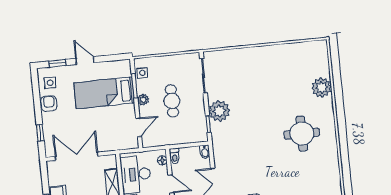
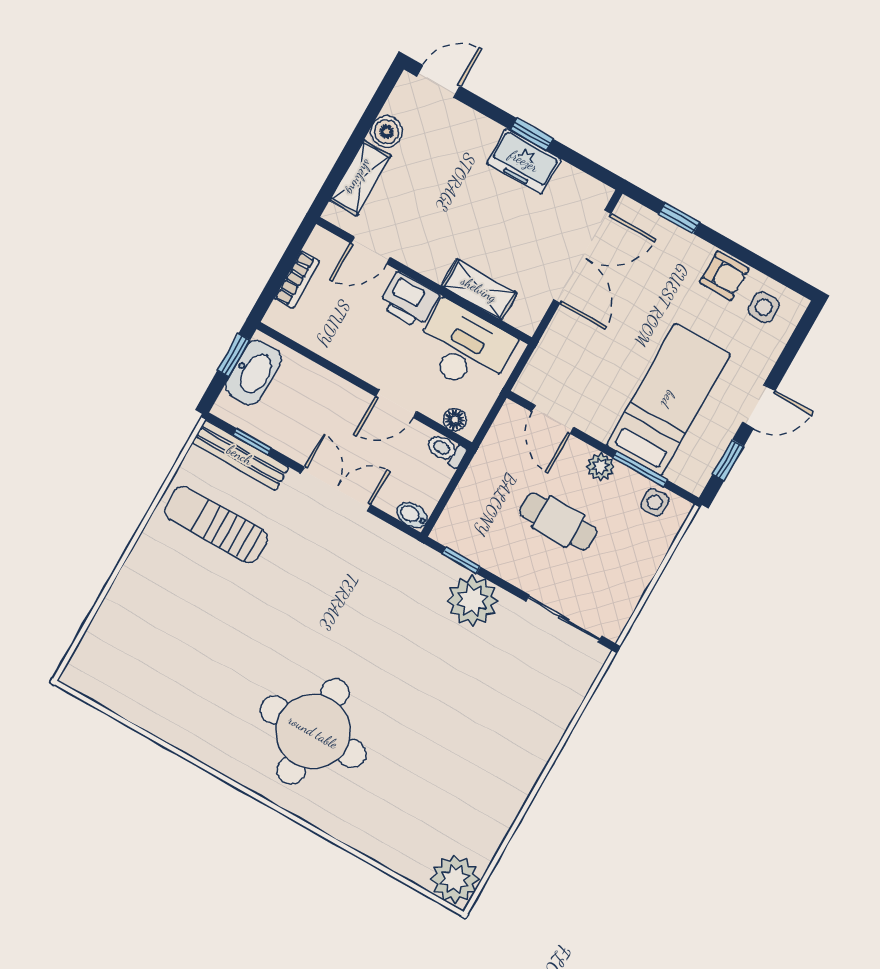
window: (57, 63) -> (728, 460), moved
plant: (322, 88) -> (455, 879), moved
round table: (302, 134) -> (313, 732), width x1.36, depth x1.36

